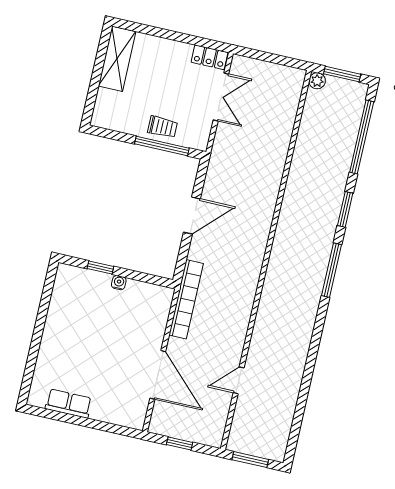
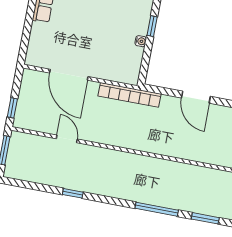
door: (158, 375) -> (69, 75), hinge flipped
window: (308, 375) -> (73, 193), added
window: (180, 444) -> (12, 108), moved

